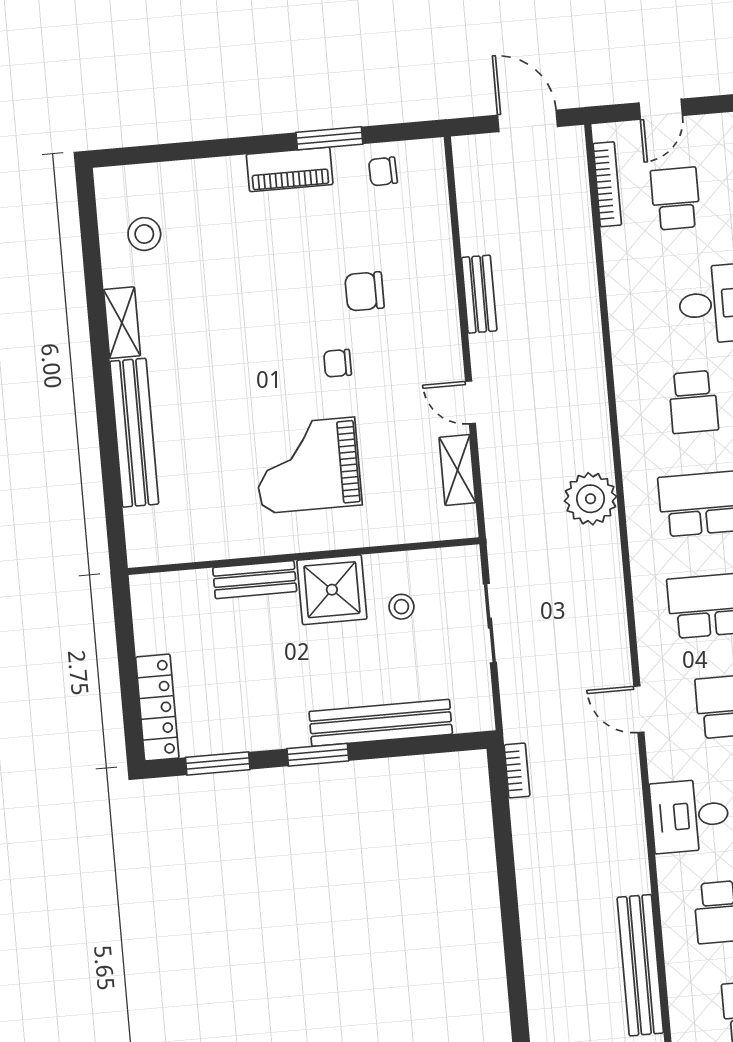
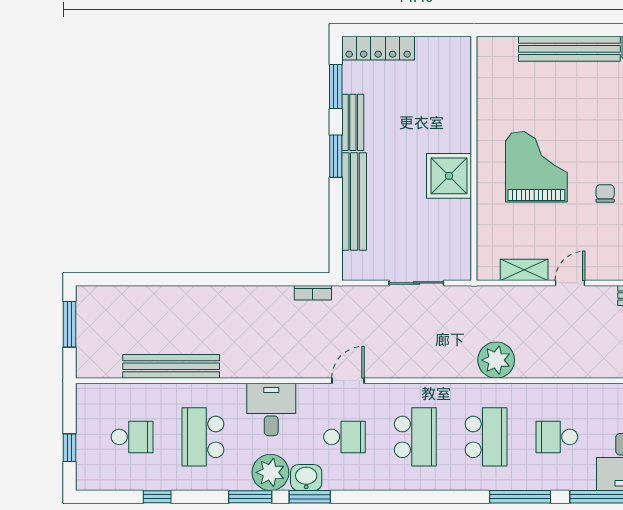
bench: (255, 580) -> (353, 122), moved
stool: (401, 607) -> (433, 223), removed

